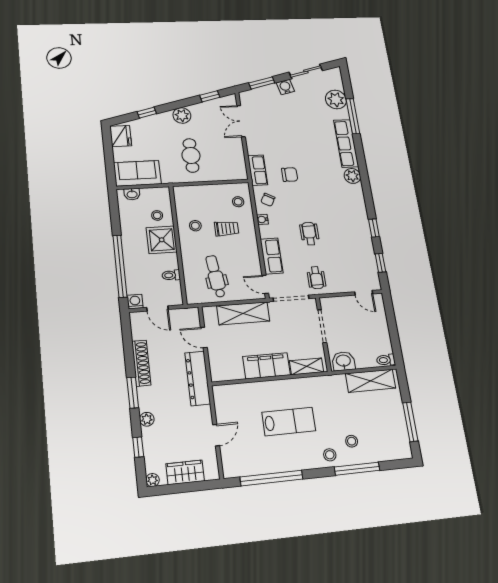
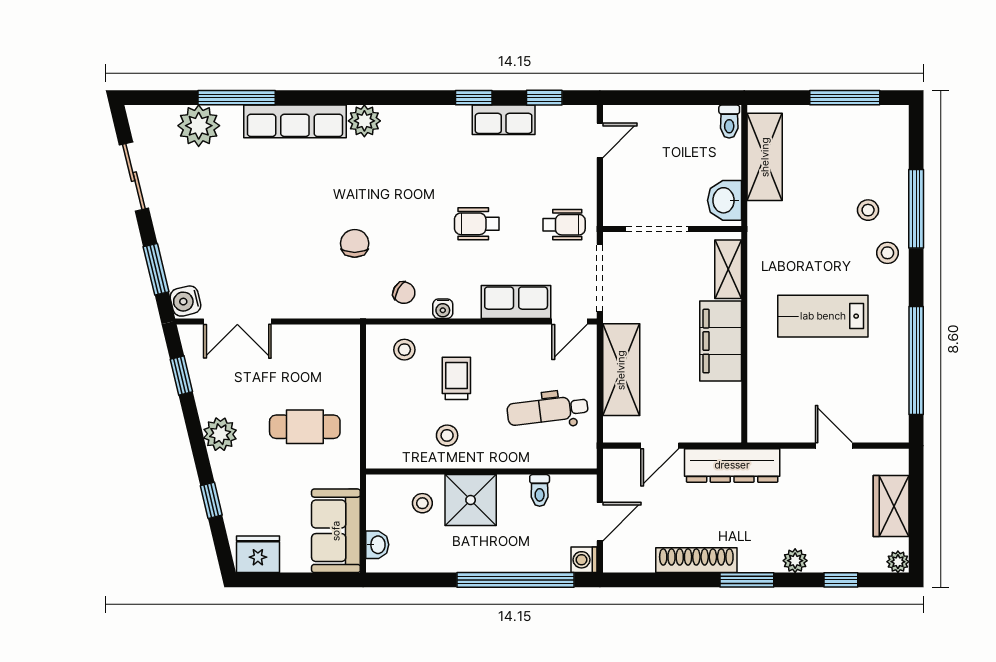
water cooler: (285, 87) -> (185, 301), moved
row of seats: (258, 170) -> (504, 120), moved, turned 180
lab bench: (289, 422) -> (823, 316), turned -90

